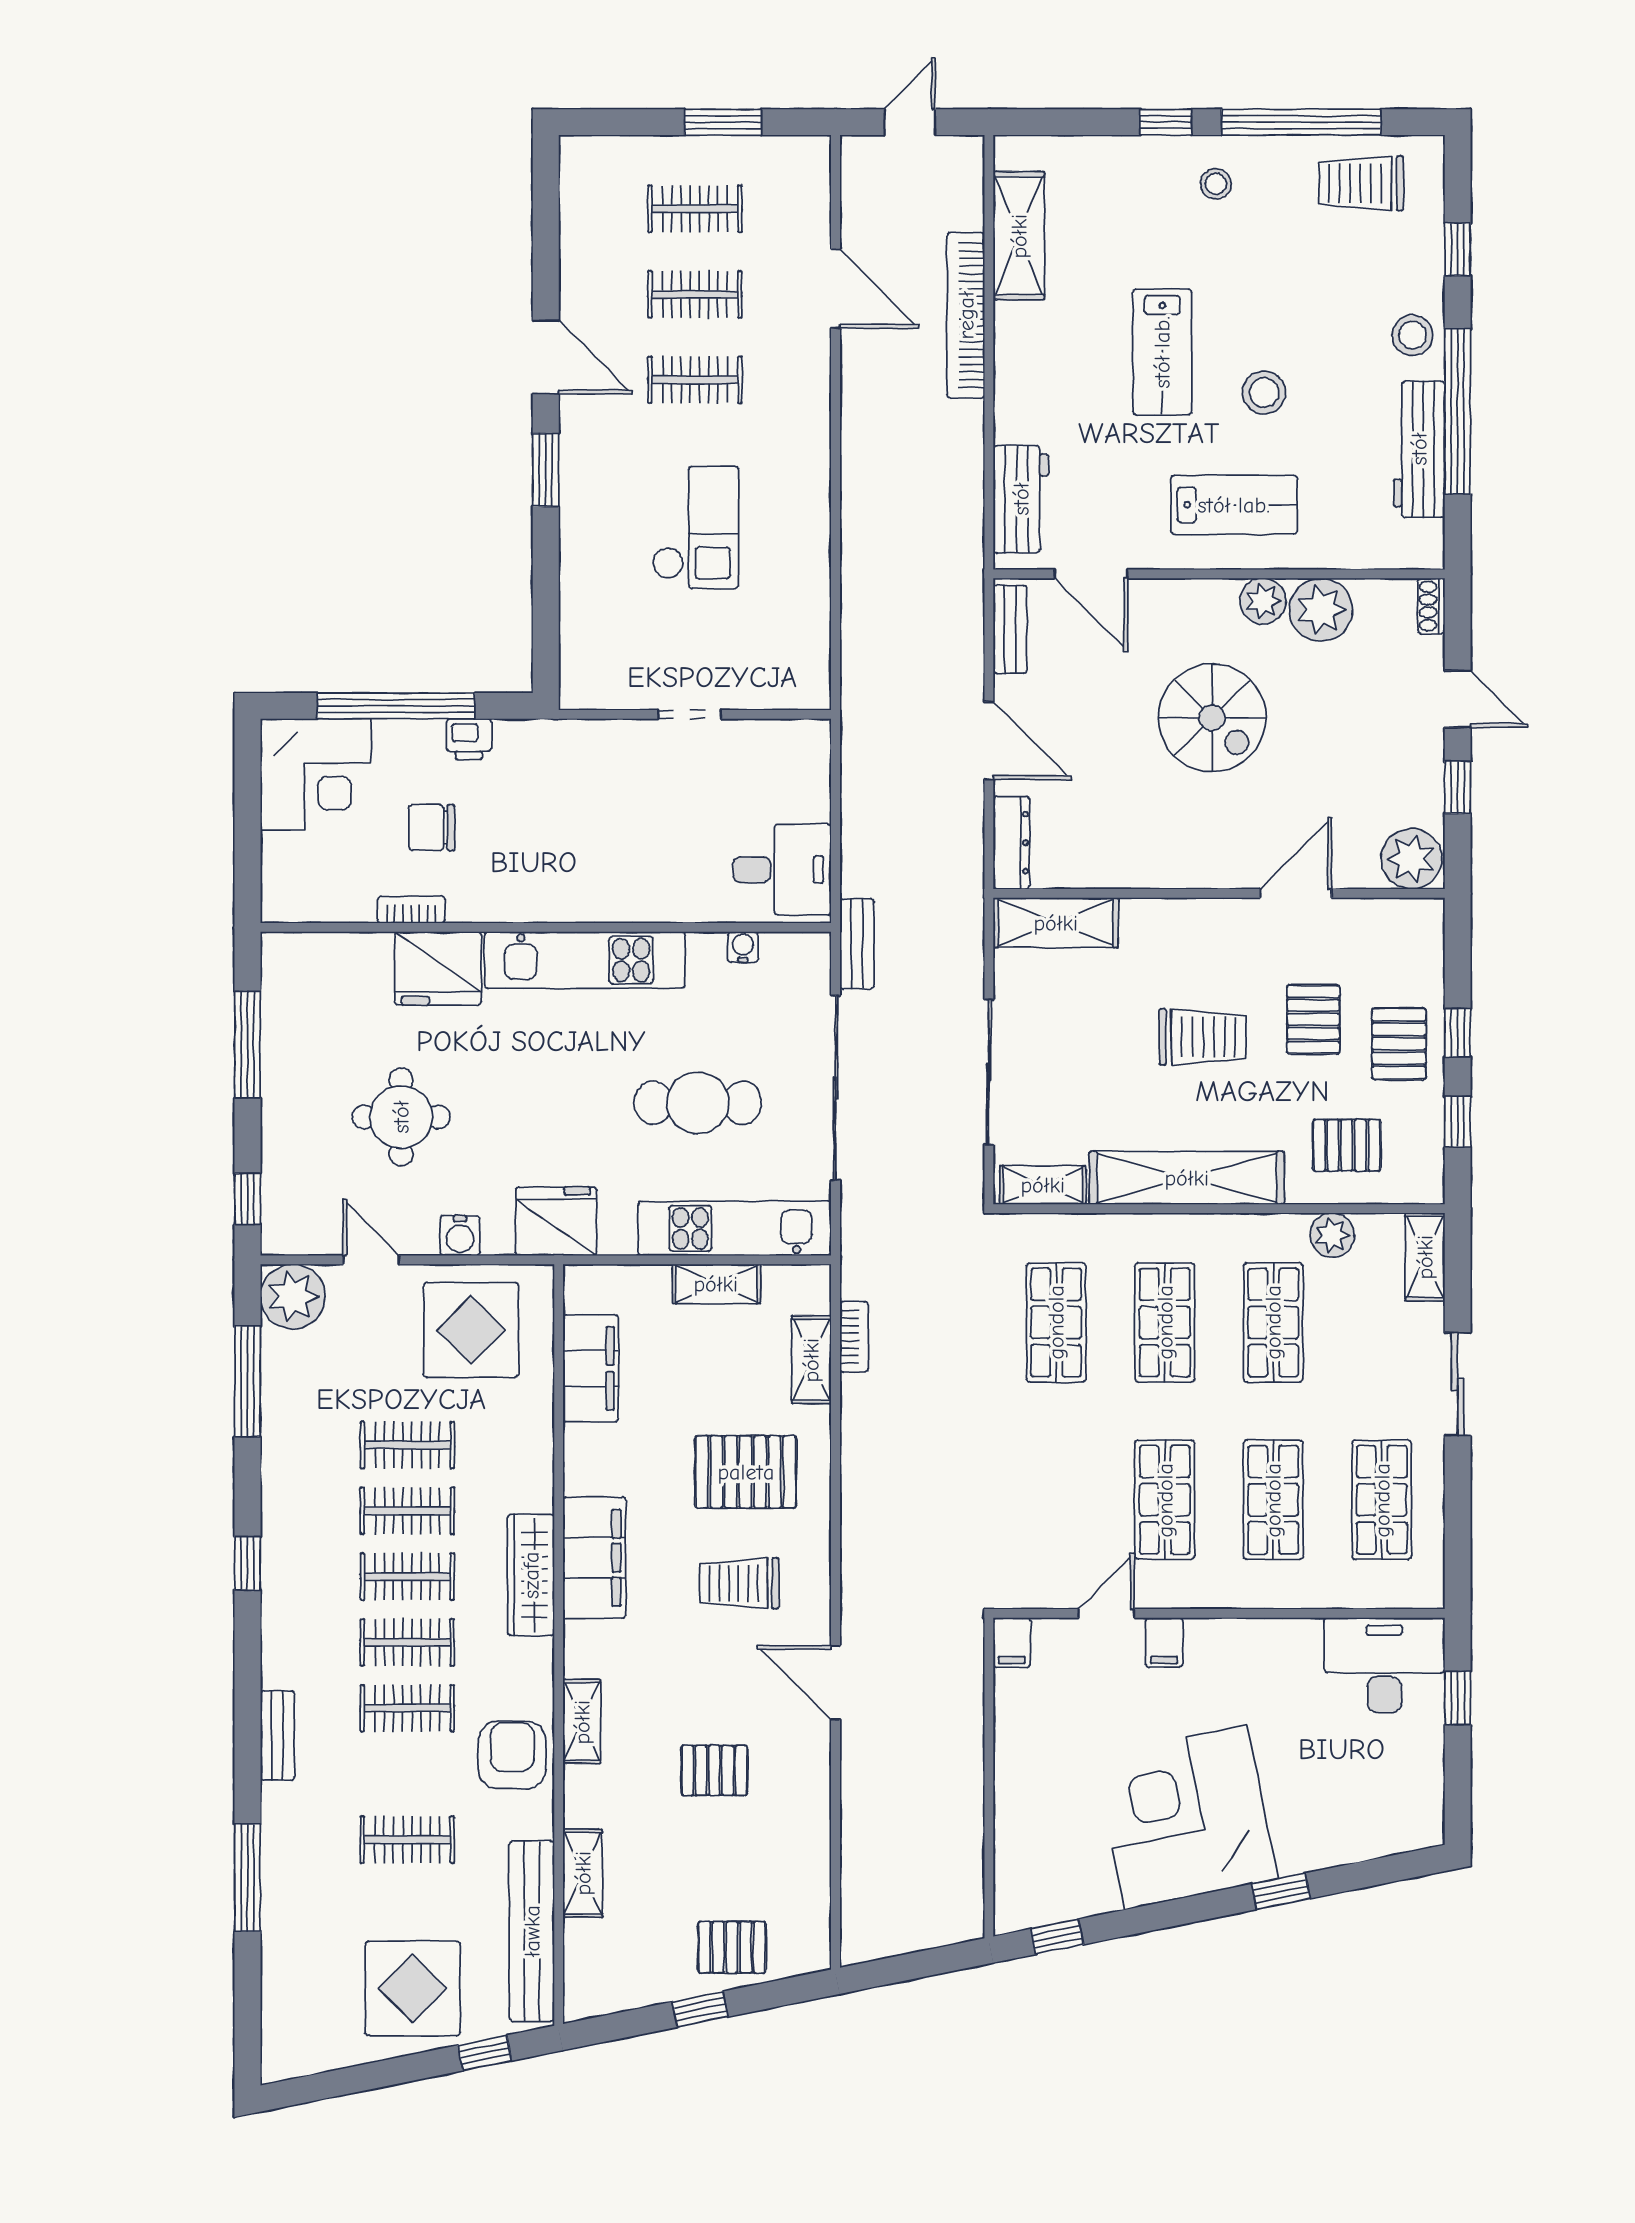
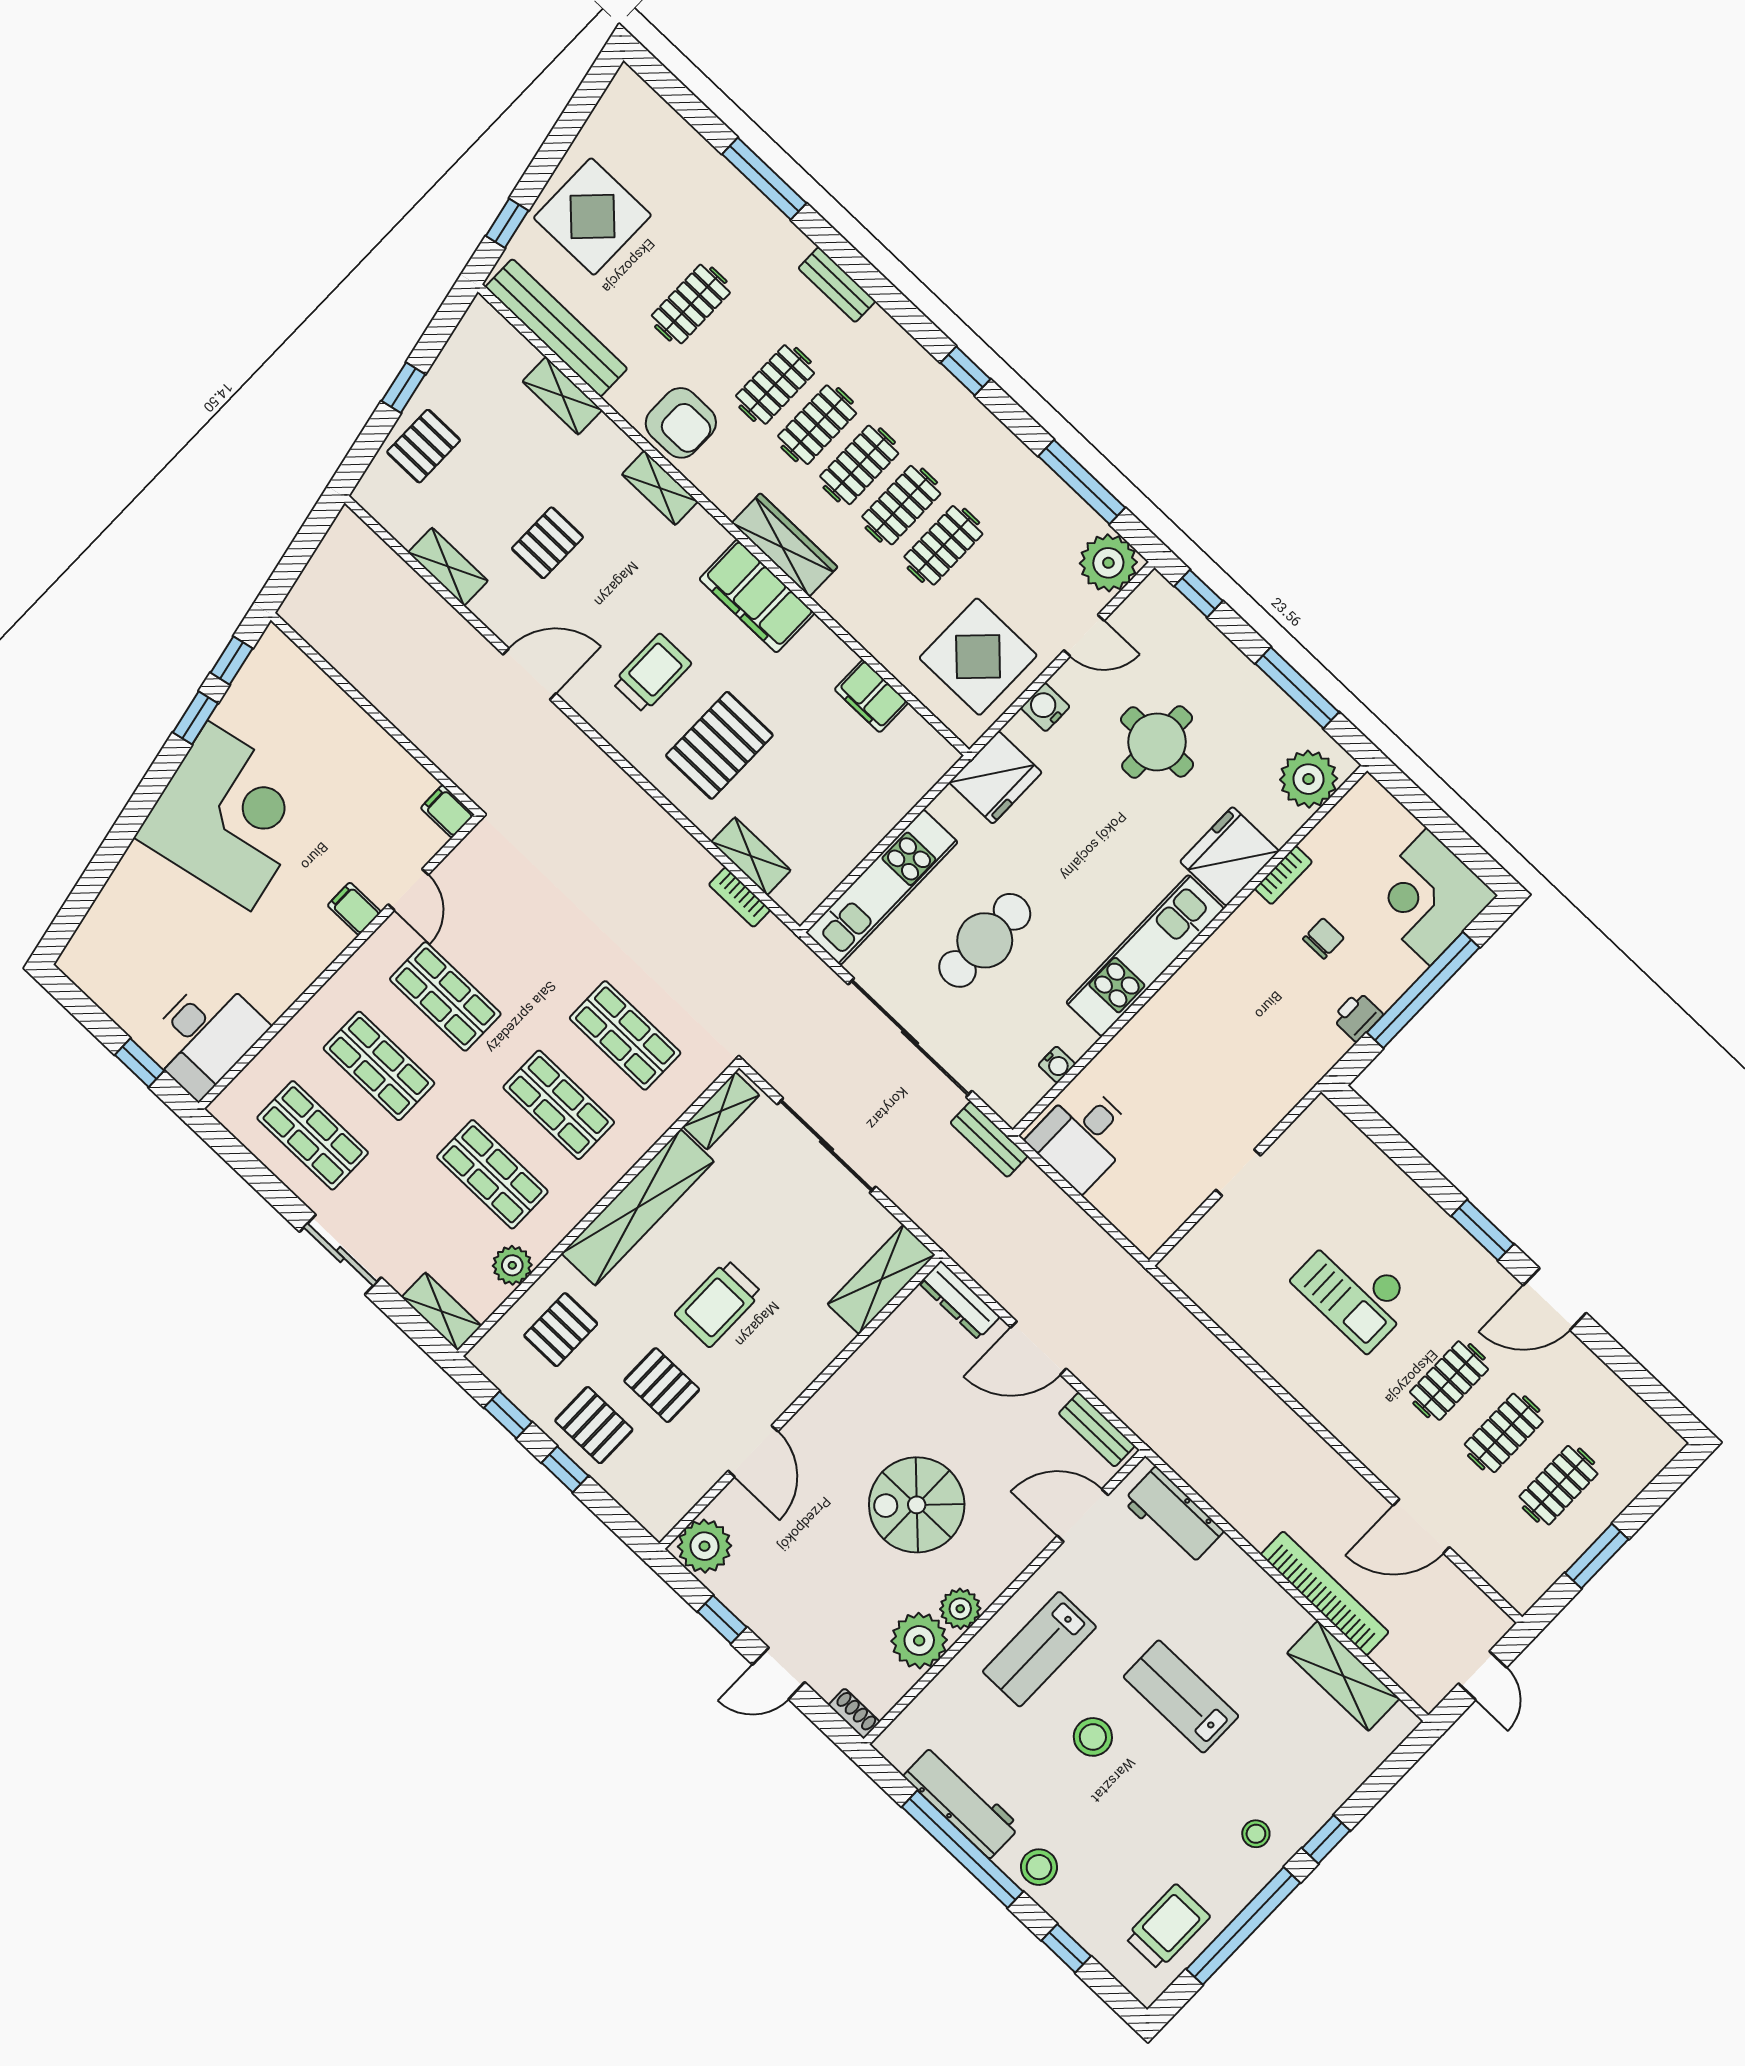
chair: (432, 828) -> (1323, 938), width x0.73, depth x0.73
plant: (313, 964) -> (1309, 779), added
shelving: (716, 1284) -> (448, 567), moved, turned 90
filing cabinet: (591, 1368) -> (871, 696), width x0.67, depth x0.86
window: (1281, 1891) -> (195, 718), moved

